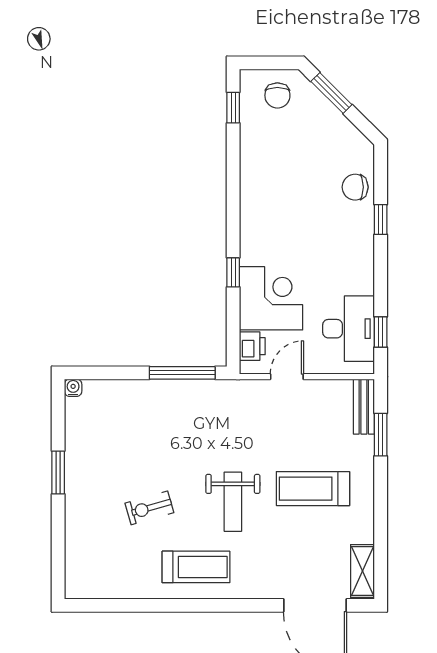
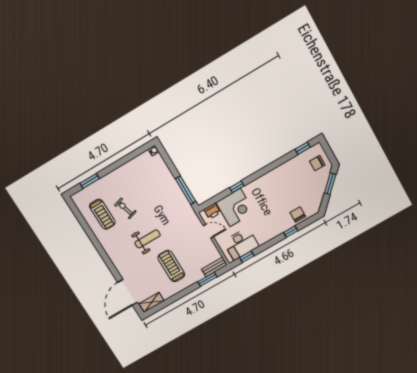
window: (58, 472) -> (90, 181), moved
weight bench: (233, 502) -> (148, 239), turned 180
treadmill: (196, 567) -> (102, 214), moved

